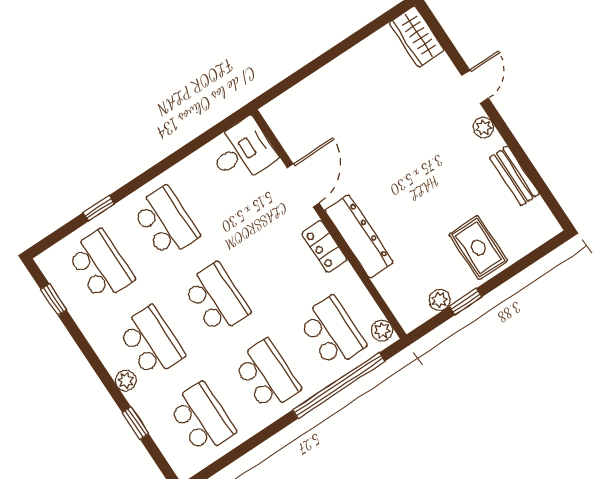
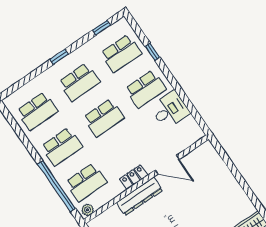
desk: (242, 151) -> (170, 110), moved, turned -90
plant: (126, 380) -> (57, 68), removed
window: (135, 423) -> (59, 57), moved

